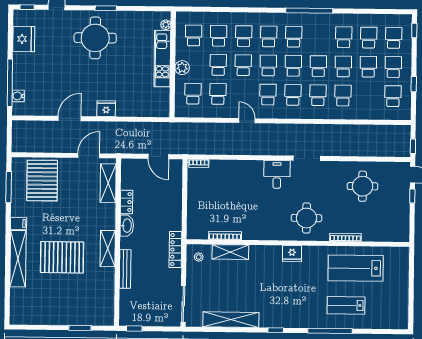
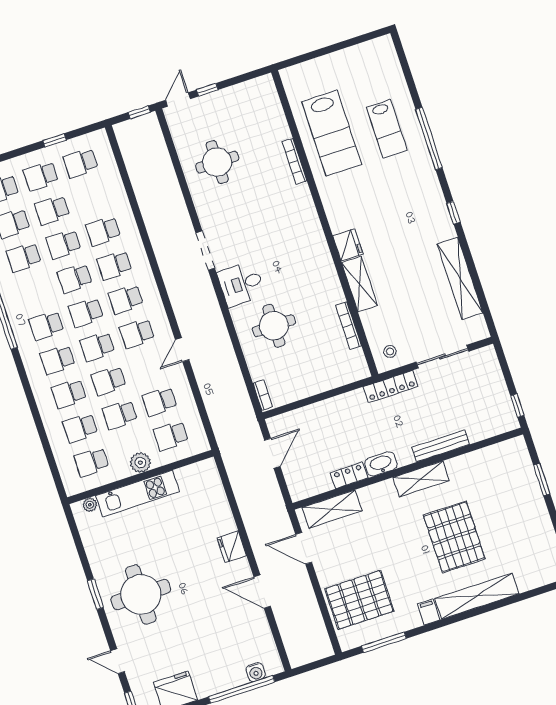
round table: (306, 218) -> (274, 326), moved
shelving: (230, 252) -> (360, 284), moved
fridge: (292, 254) -> (348, 245), moved
sliding door: (183, 304) -> (442, 357), moved

